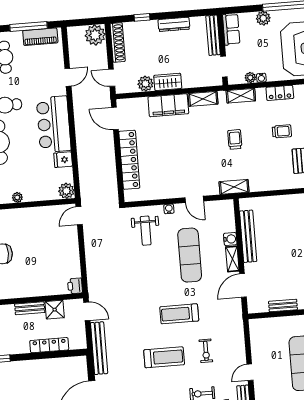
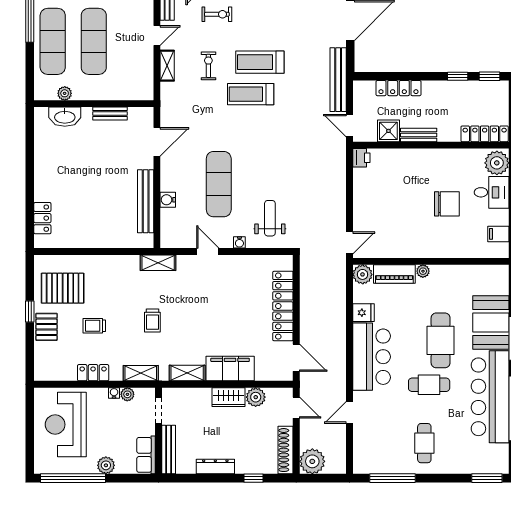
piano: (40, 37) -> (394, 274), moved, turned 180
shelving: (232, 259) -> (167, 66), moved
treadmill: (179, 314) -> (251, 94), moved, turned 180

